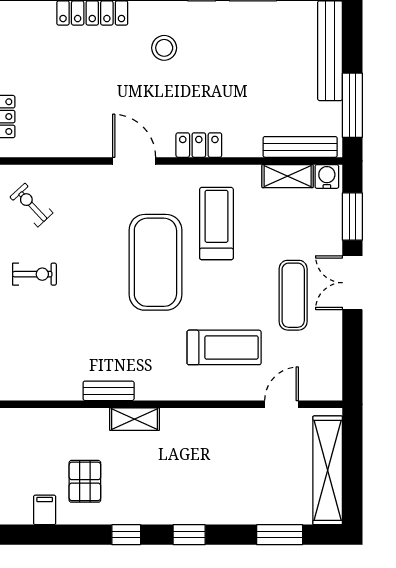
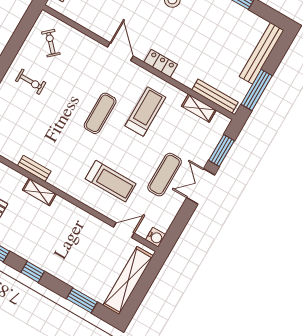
water cooler: (327, 177) -> (155, 237), moved, turned 90
exercise mat: (155, 262) -> (100, 113), width x0.50, depth x0.69

